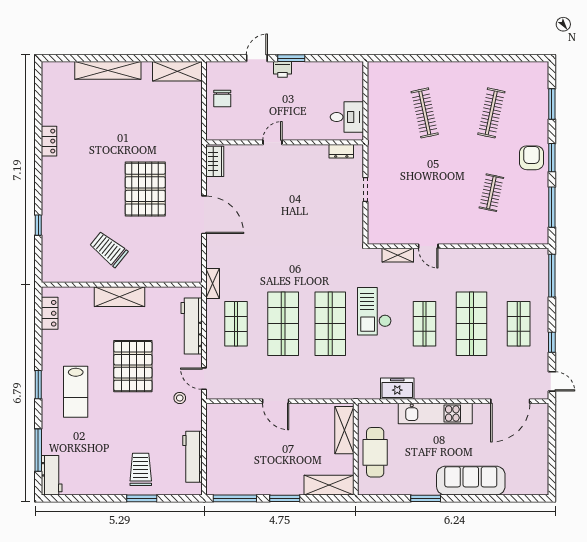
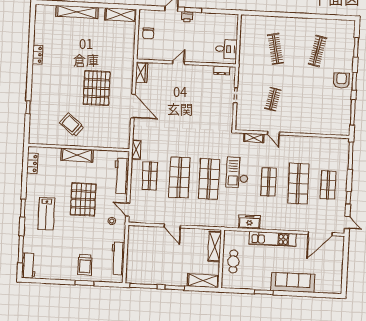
clothes rail: (491, 193) -> (273, 99), moved
cafe table: (375, 452) -> (233, 261), width x0.73, depth x0.74
trolley: (141, 469) -> (85, 265), turned 180

